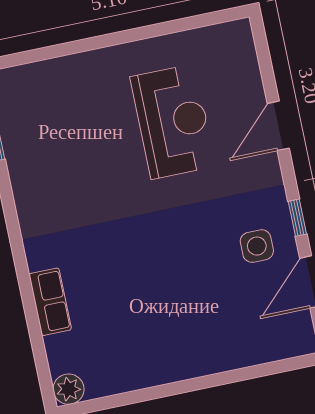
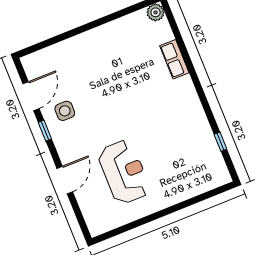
reception desk: (173, 122) -> (124, 172), turned 180

